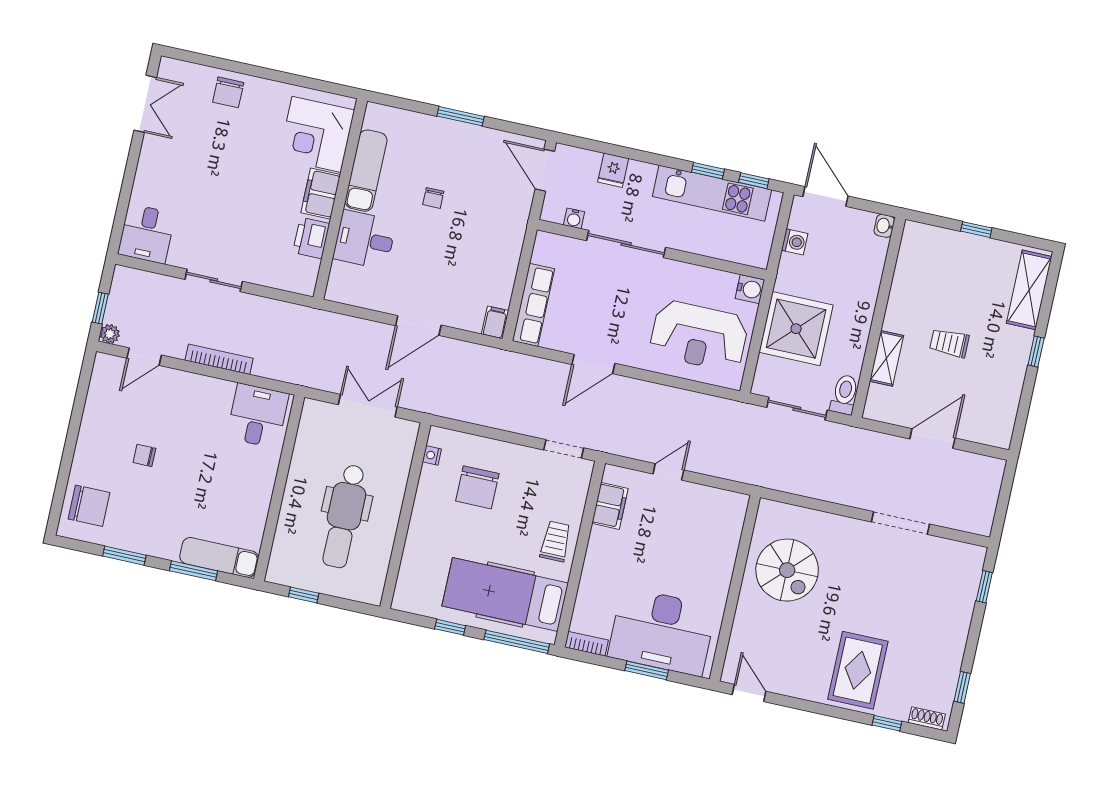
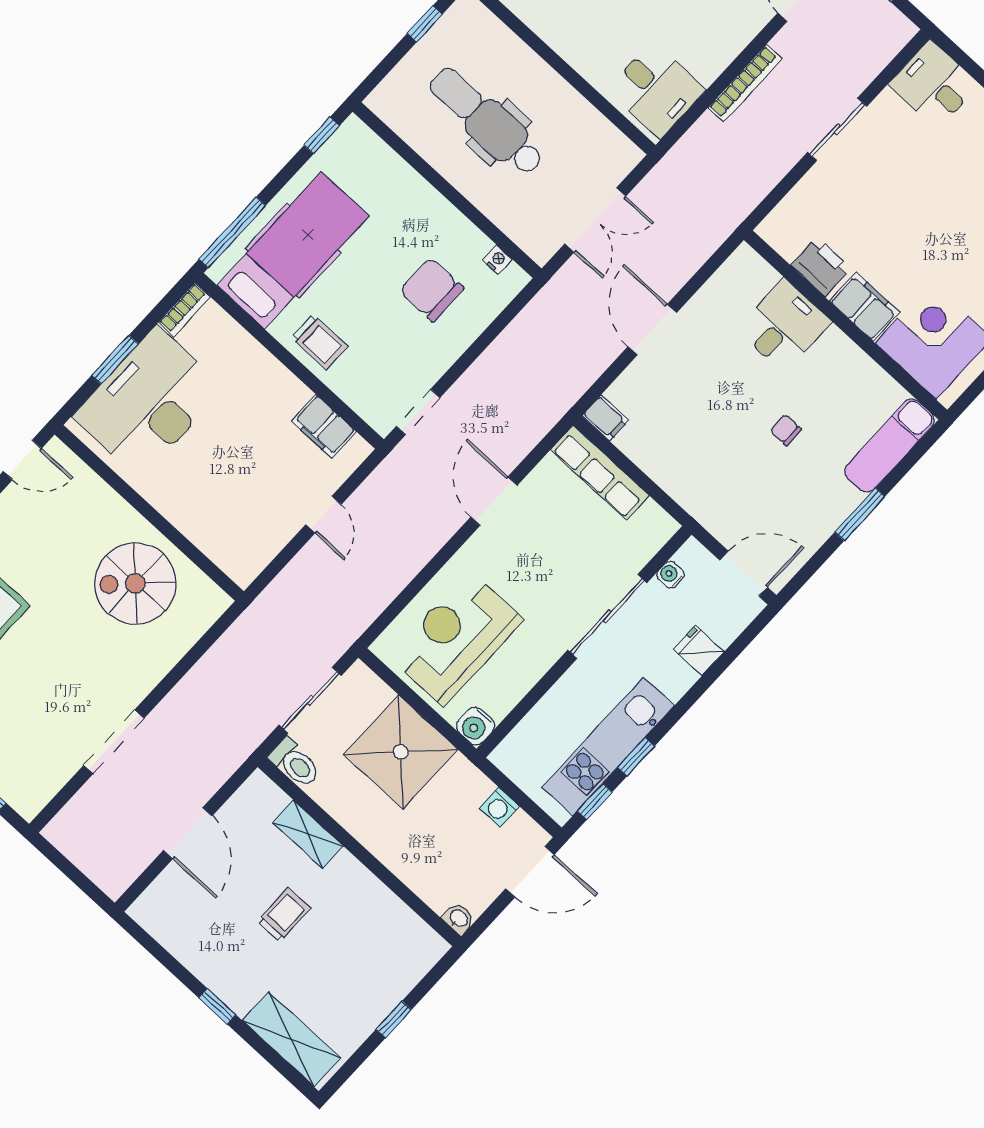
exam couch: (366, 171) -> (889, 446), moved, turned 90
window: (450, 627) -> (322, 135), moved

